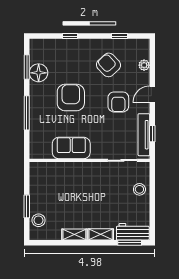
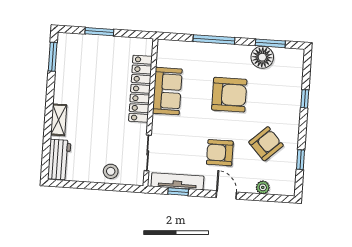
locker: (71, 170) -> (140, 89), added
stool: (39, 220) -> (81, 45), removed
shelving: (74, 234) -> (61, 88), removed
window: (130, 243) -> (53, 57), moved

